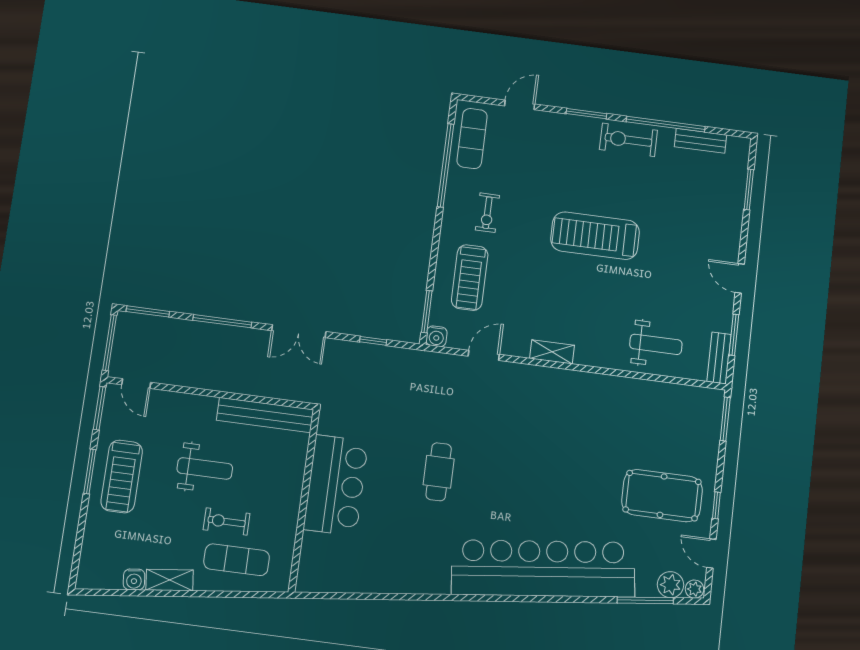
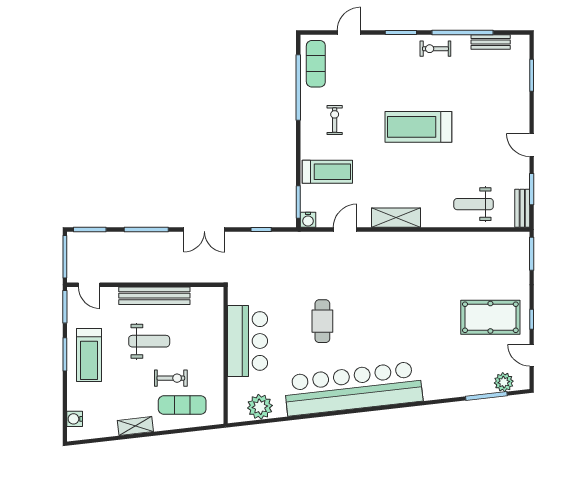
exercise bike: (628, 140) -> (435, 49), width x0.73, depth x0.72
exercise bike: (487, 213) -> (335, 120), turned 180
treadmill: (470, 278) -> (327, 172), turned -90
weight bench: (656, 344) -> (474, 204), turned 180
shelving: (552, 352) -> (396, 218), width x1.50, depth x1.33
bench: (265, 415) -> (154, 296), moved
exercise bike: (227, 522) -> (171, 378), turned 180
bar counter: (543, 568) -> (353, 389), moved
water cooler: (134, 579) -> (75, 419), moved, turned 96
plant: (695, 589) -> (260, 407), moved, width x1.88, depth x1.88

